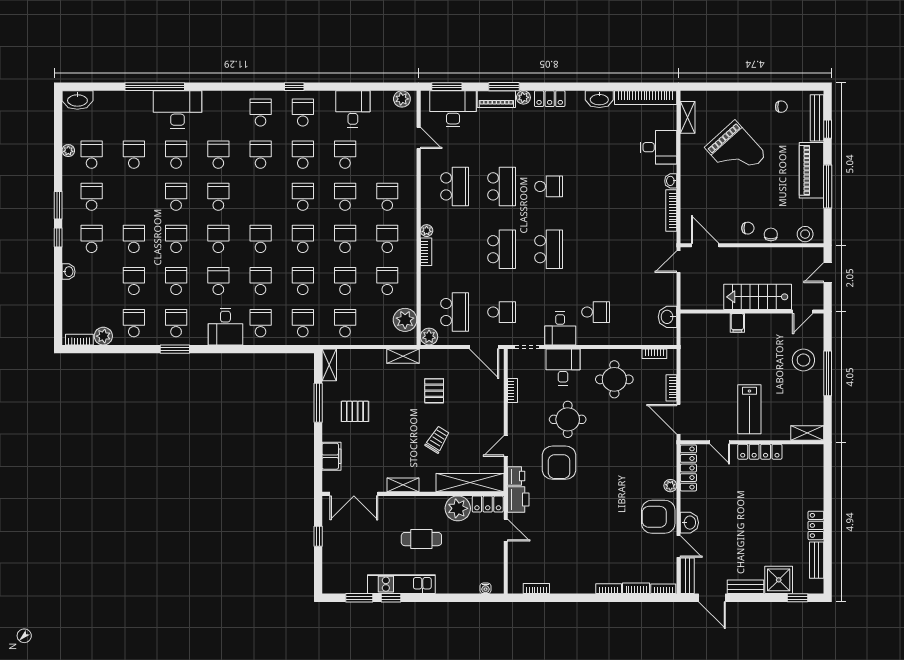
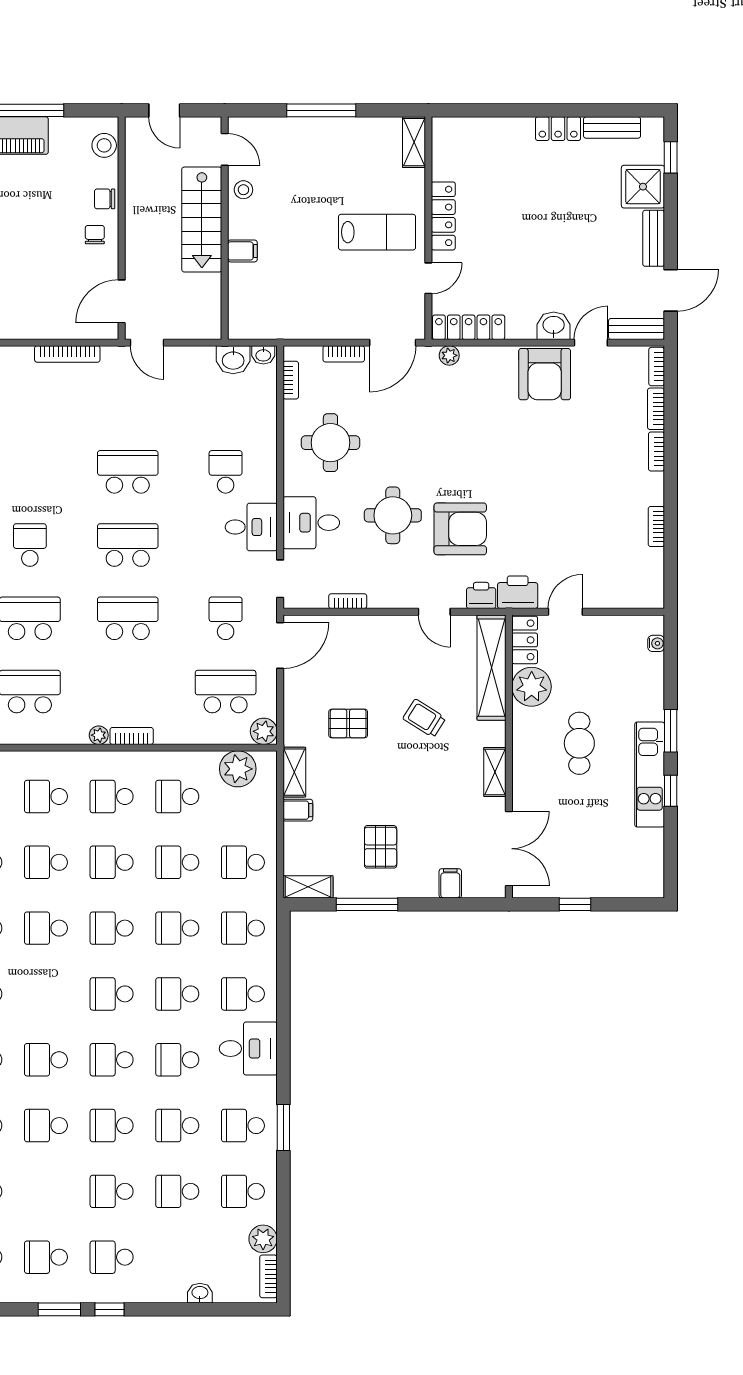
washbasin: (671, 181) -> (263, 355), moved
school desk: (596, 249) -> (128, 472), added
washbasin: (69, 272) -> (200, 1293), moved
filing cabinet: (378, 358) -> (298, 810), added
stool: (803, 360) -> (243, 190), moved, width x0.53, depth x0.53
filing cabinet: (332, 456) -> (450, 883), width x0.50
plant: (670, 486) -> (449, 355), moved
bookcase: (536, 588) -> (656, 527), moved
window: (359, 598) -> (671, 731), moved

